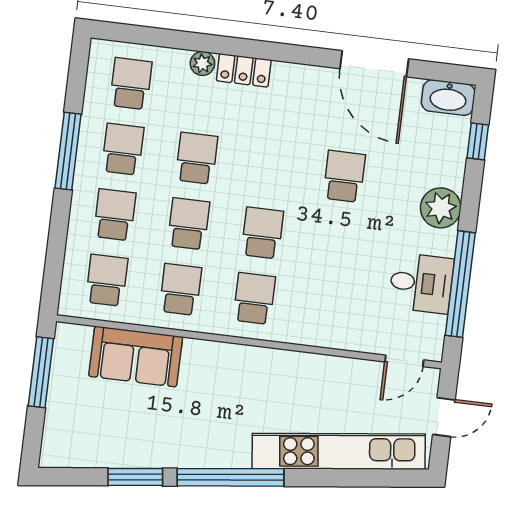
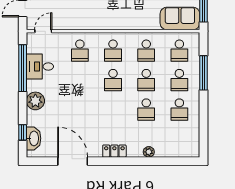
locker: (244, 70) -> (114, 151), moved
school desk: (131, 84) -> (179, 139), removed
washbasin: (448, 98) -> (34, 138), moved, turned 90
window: (68, 151) -> (203, 73), moved
school desk: (344, 176) -> (80, 51), moved
sofa: (136, 357) -> (180, 18), moved

